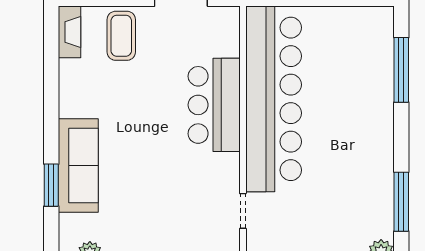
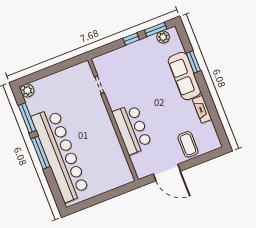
fireplace: (70, 32) -> (202, 109), moved
window: (401, 70) -> (41, 153), moved
bar counter: (274, 99) -> (60, 155), moved, turned 180

